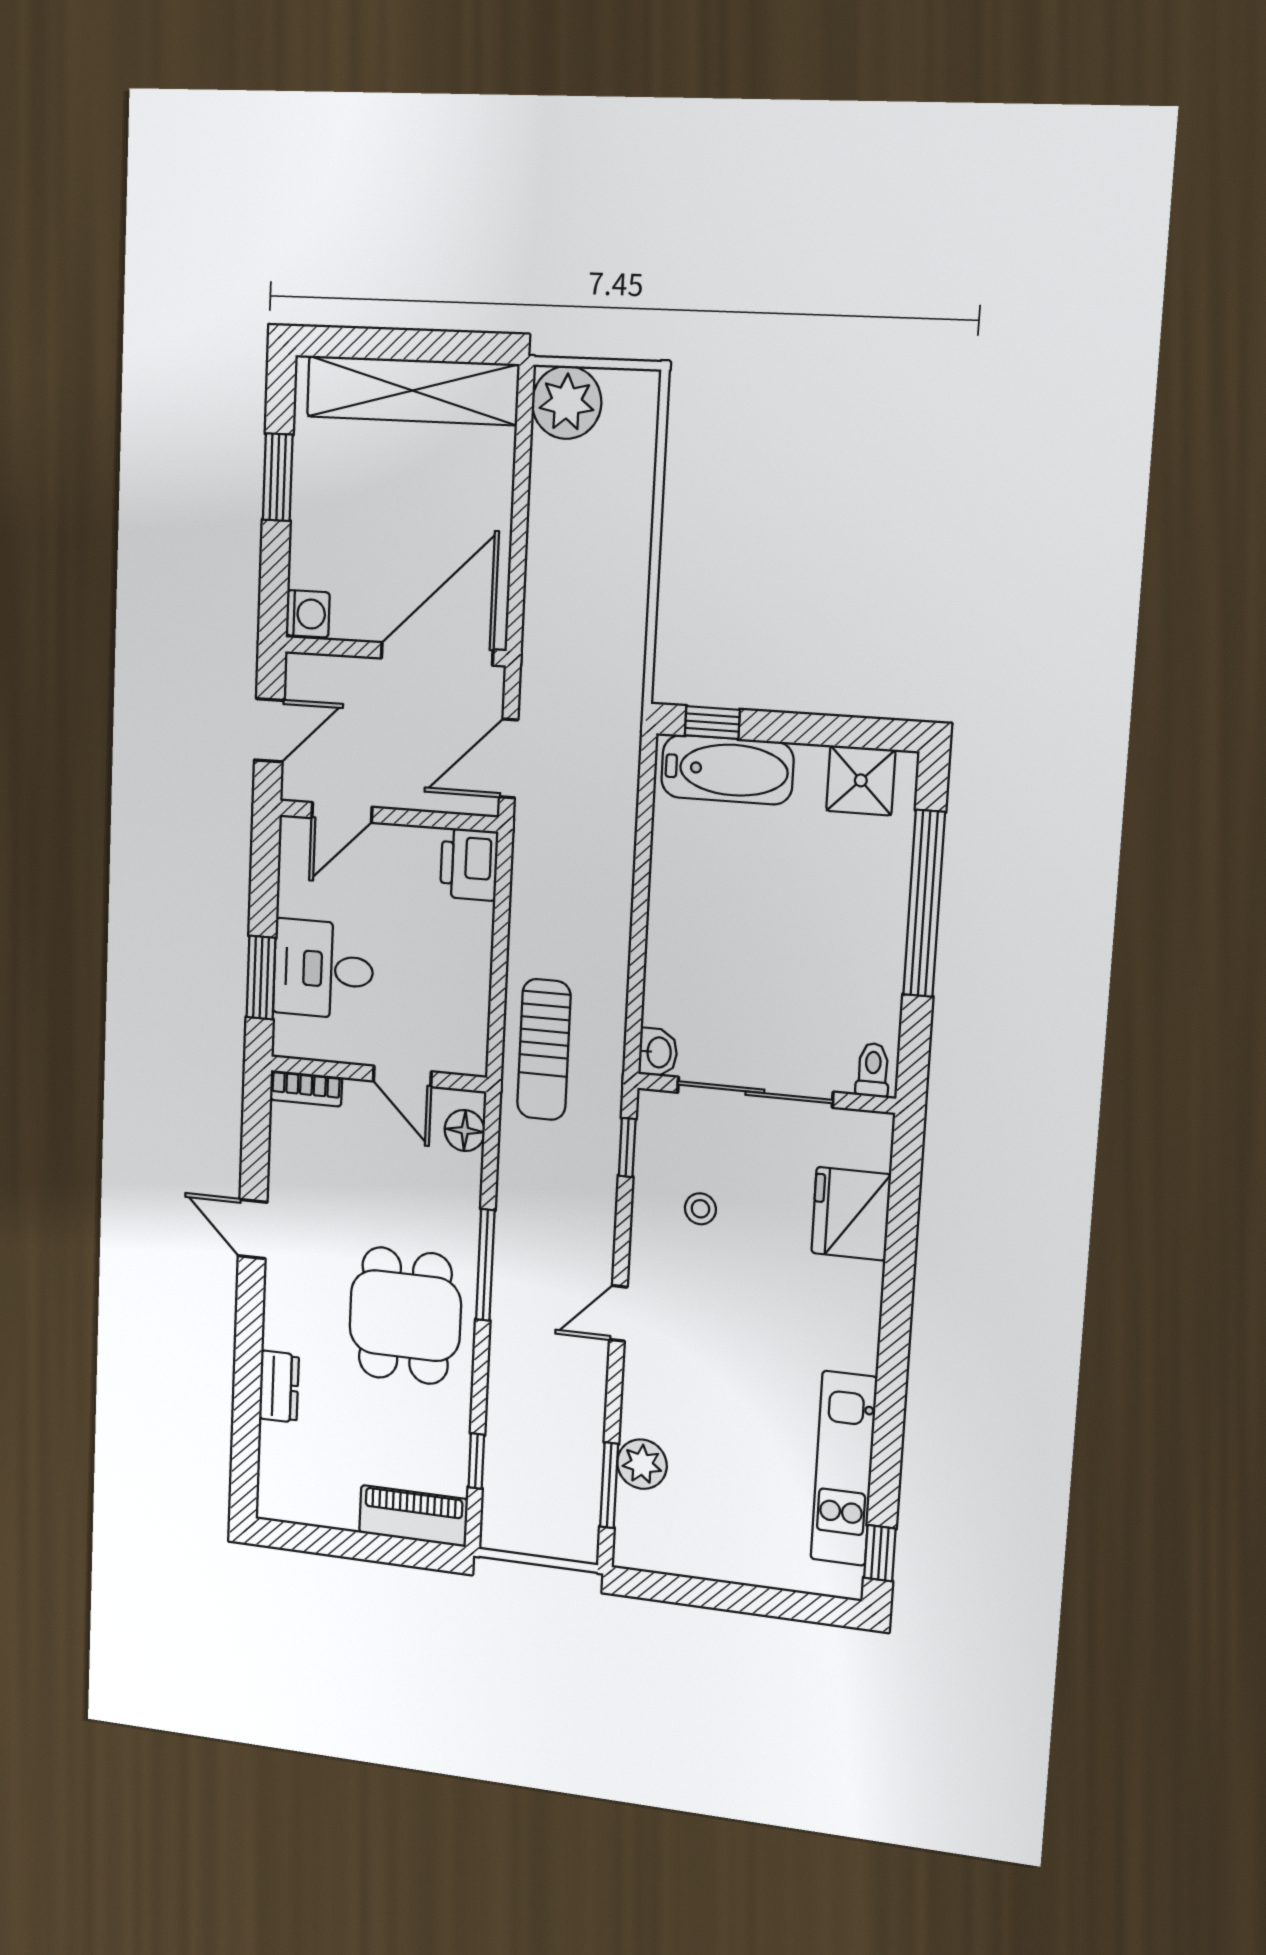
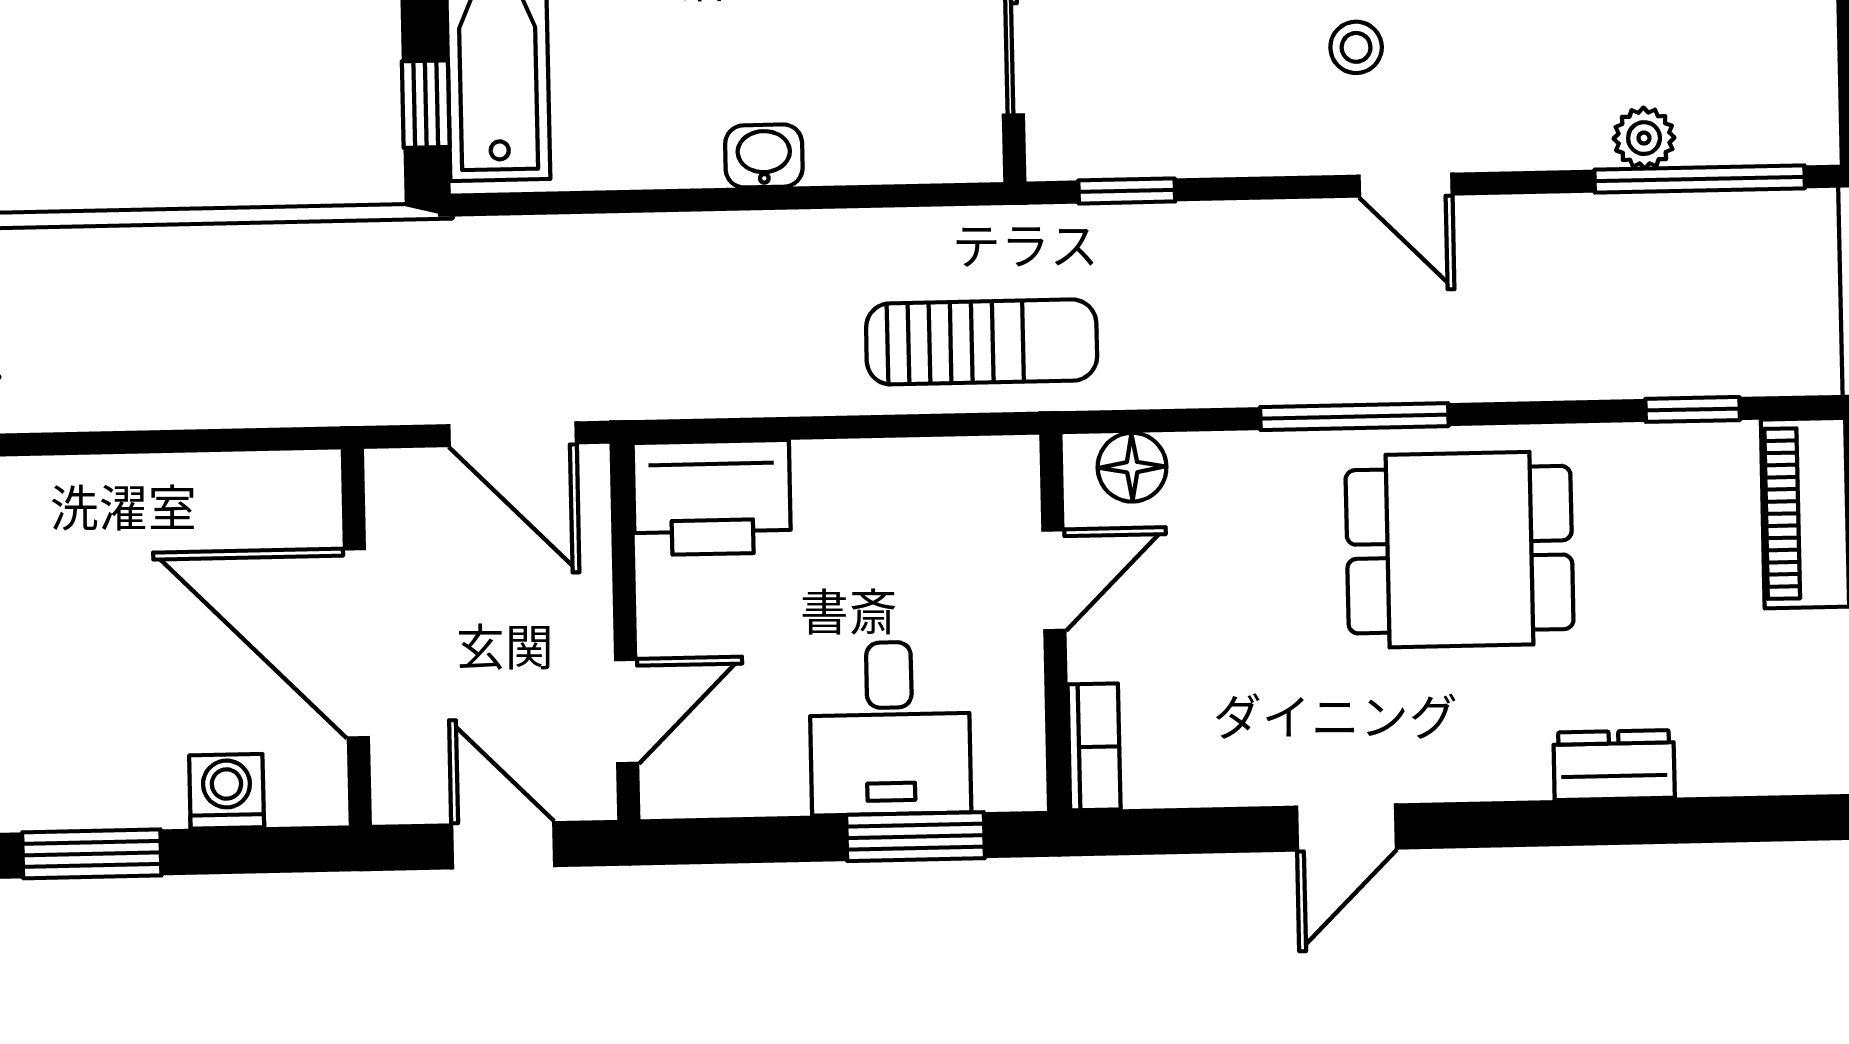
washing machine: (308, 614) -> (227, 791), moved
door: (437, 654) -> (356, 643), moved
door: (342, 812) -> (627, 712), hinge flipped
printer: (469, 864) -> (712, 498), width x1.37, depth x1.19
washbasin: (658, 1052) -> (764, 156), moved
stool: (700, 1209) -> (1356, 47), moved
plant: (642, 1464) -> (1644, 138), width x0.73, depth x0.73
window: (609, 1485) -> (1700, 179), width x1.44

